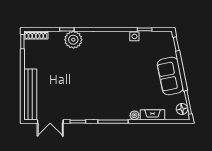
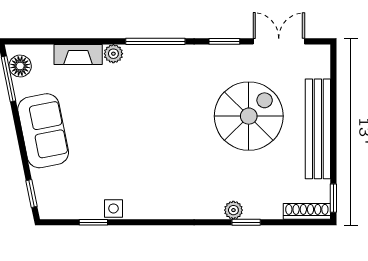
plant: (73, 40) -> (233, 210), width x0.53, depth x0.53
spiral stairs: (66, 83) -> (249, 116), added
bench: (30, 95) -> (318, 129), moved

